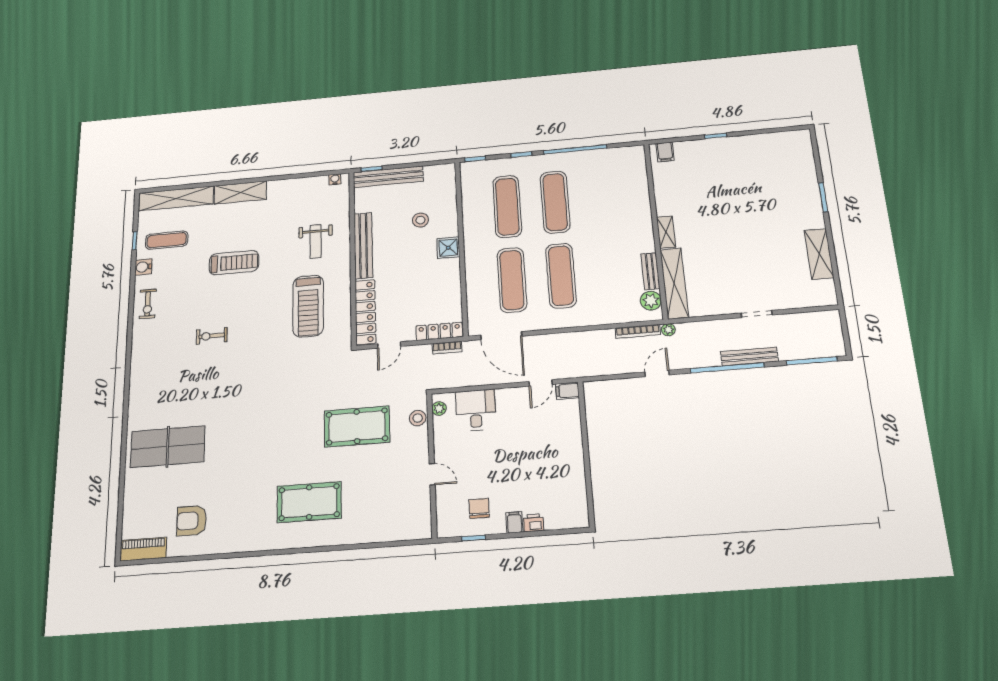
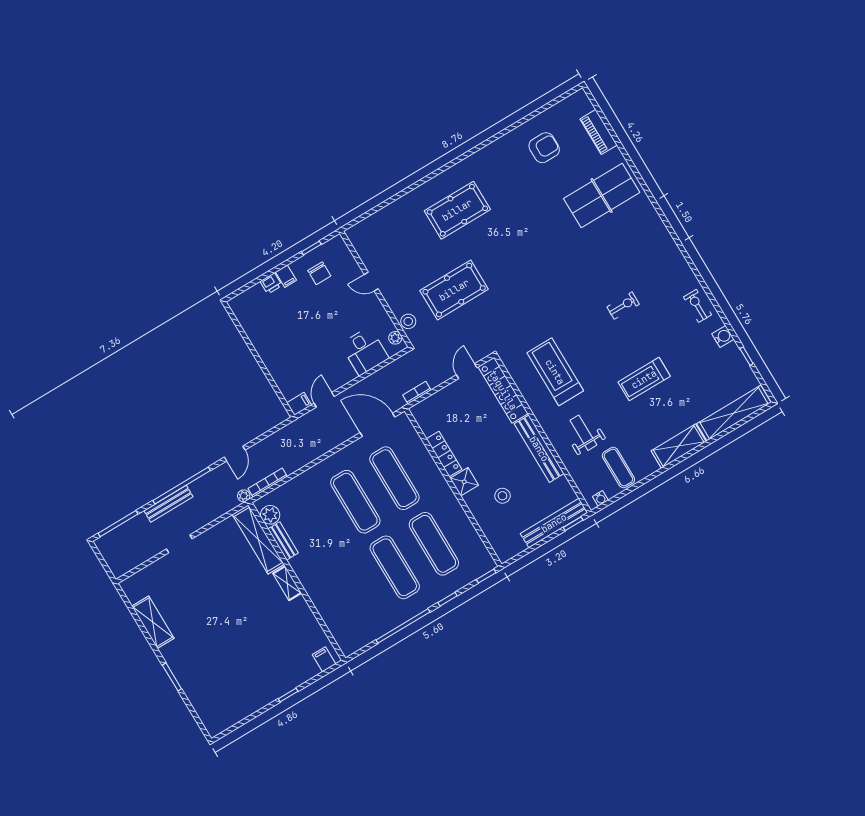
exercise mat: (167, 240) -> (618, 468), moved, turned 90
locker: (439, 331) -> (444, 454), moved, turned -90
piano: (143, 549) -> (599, 132), moved, turned 90

